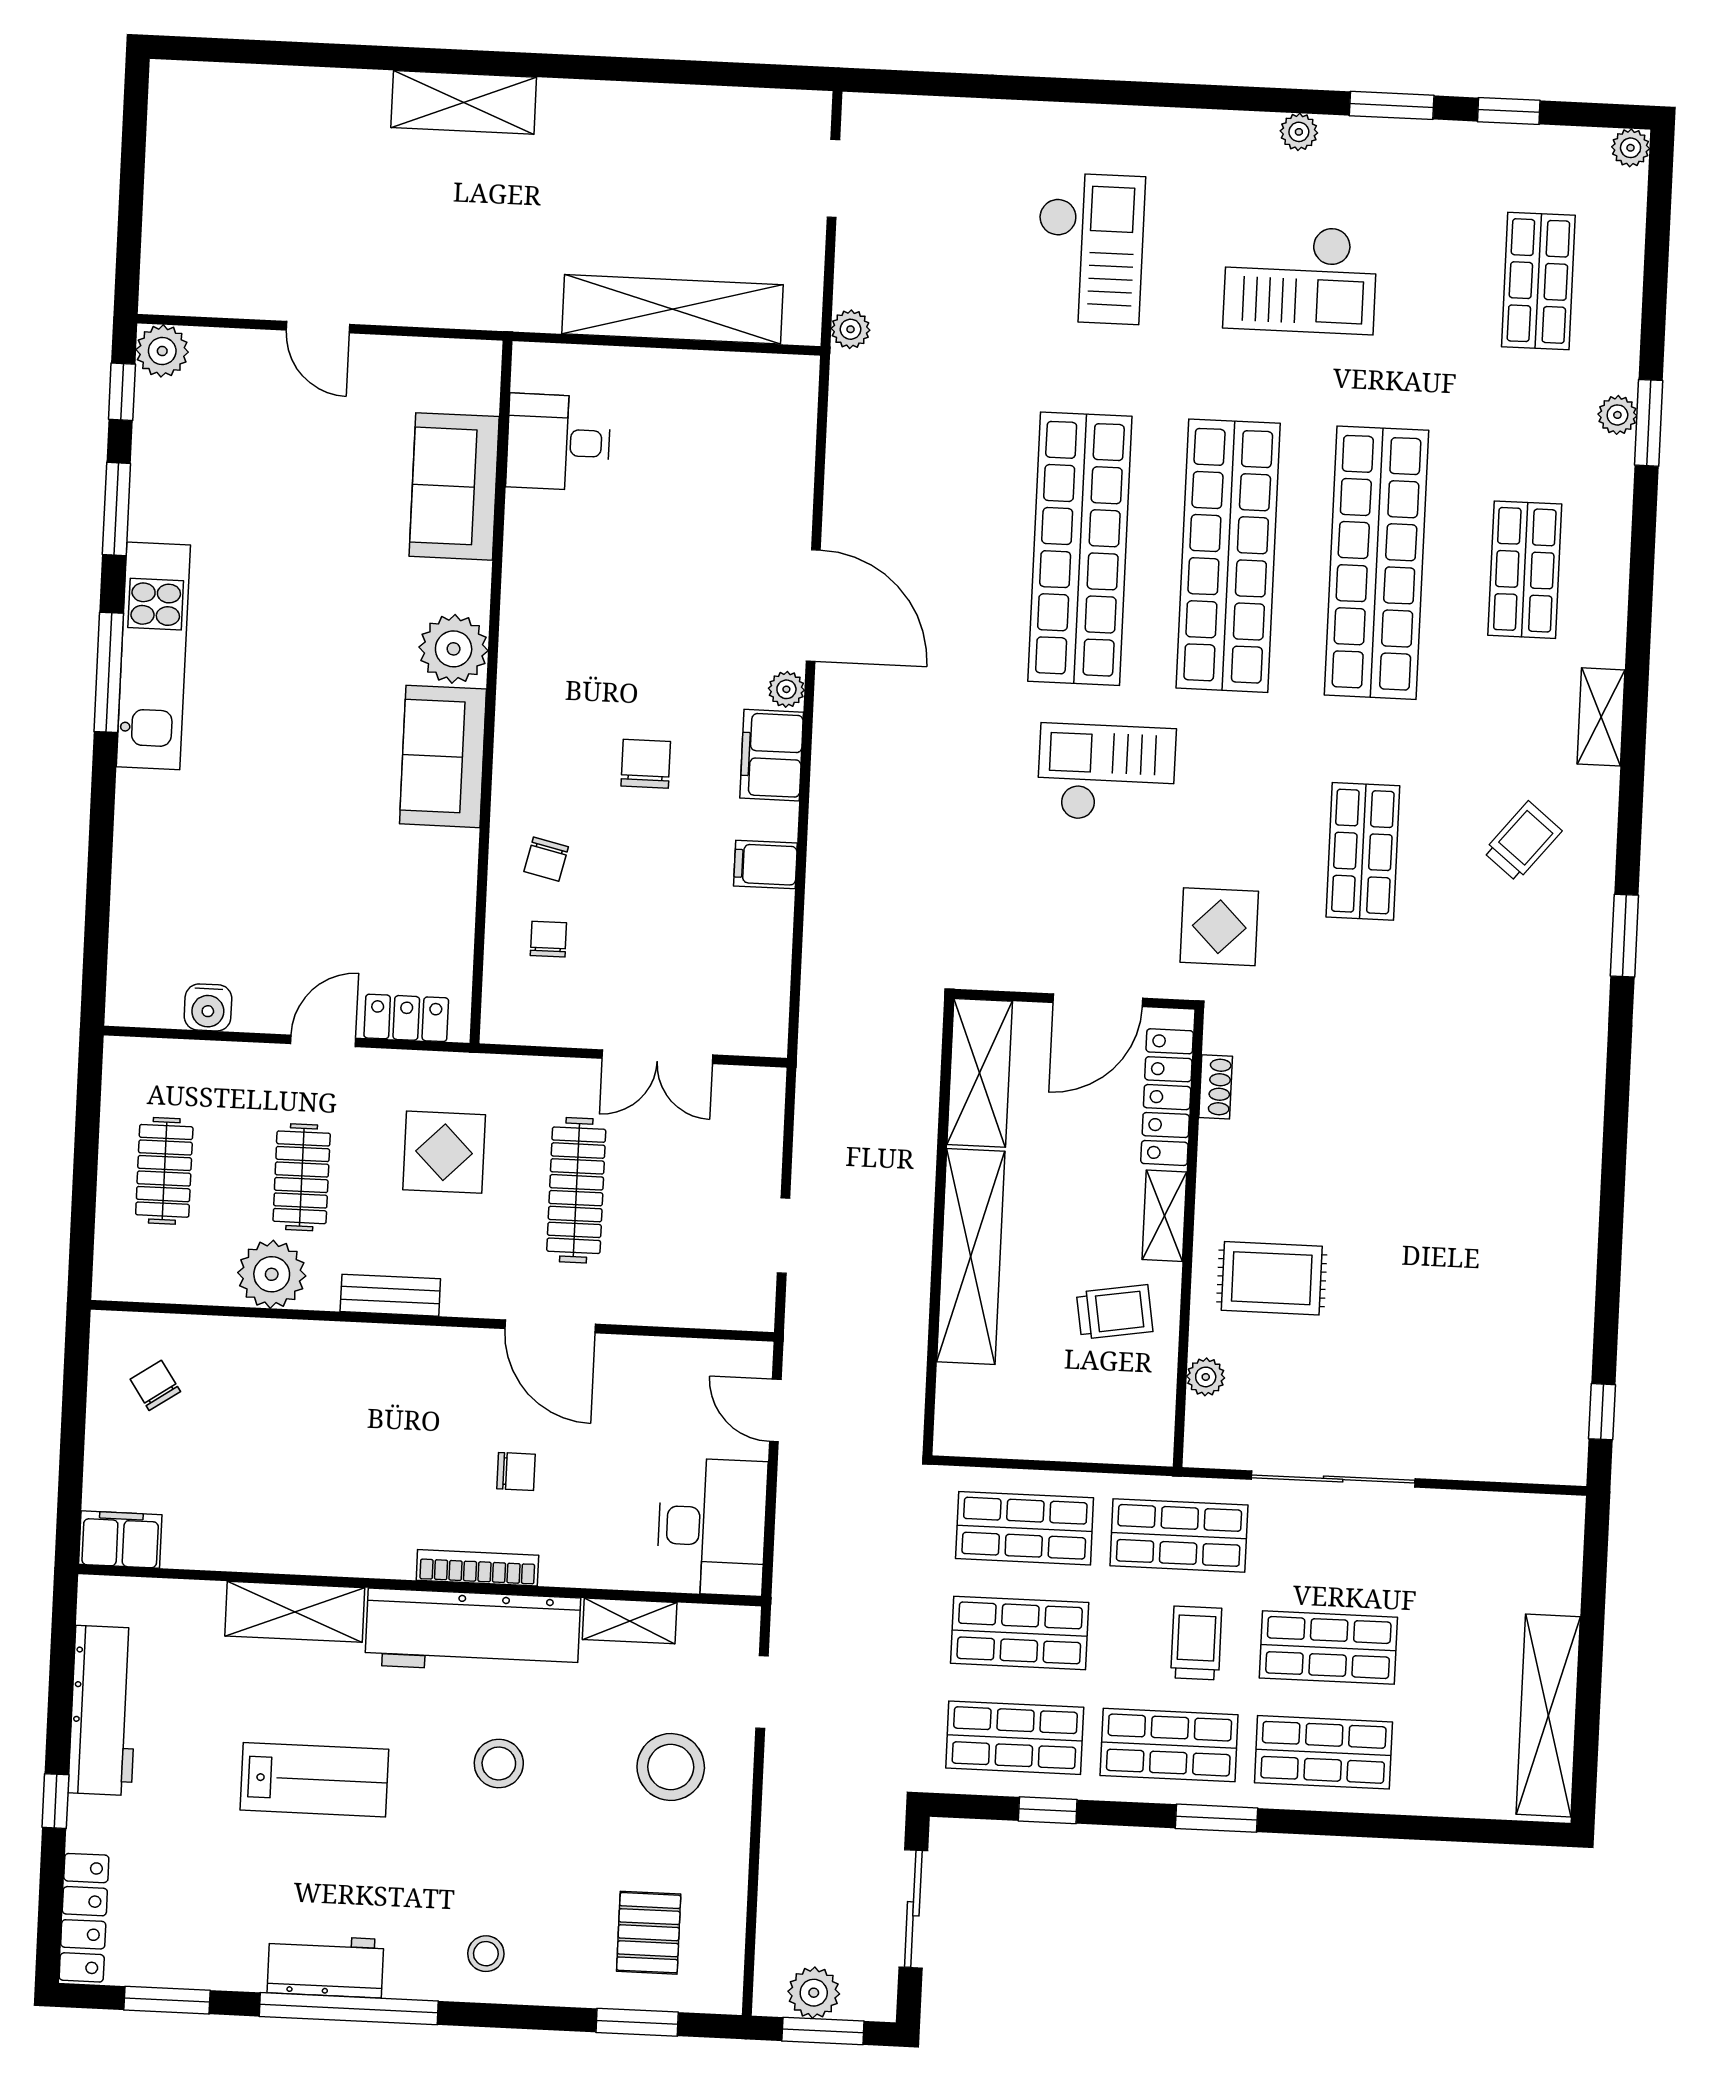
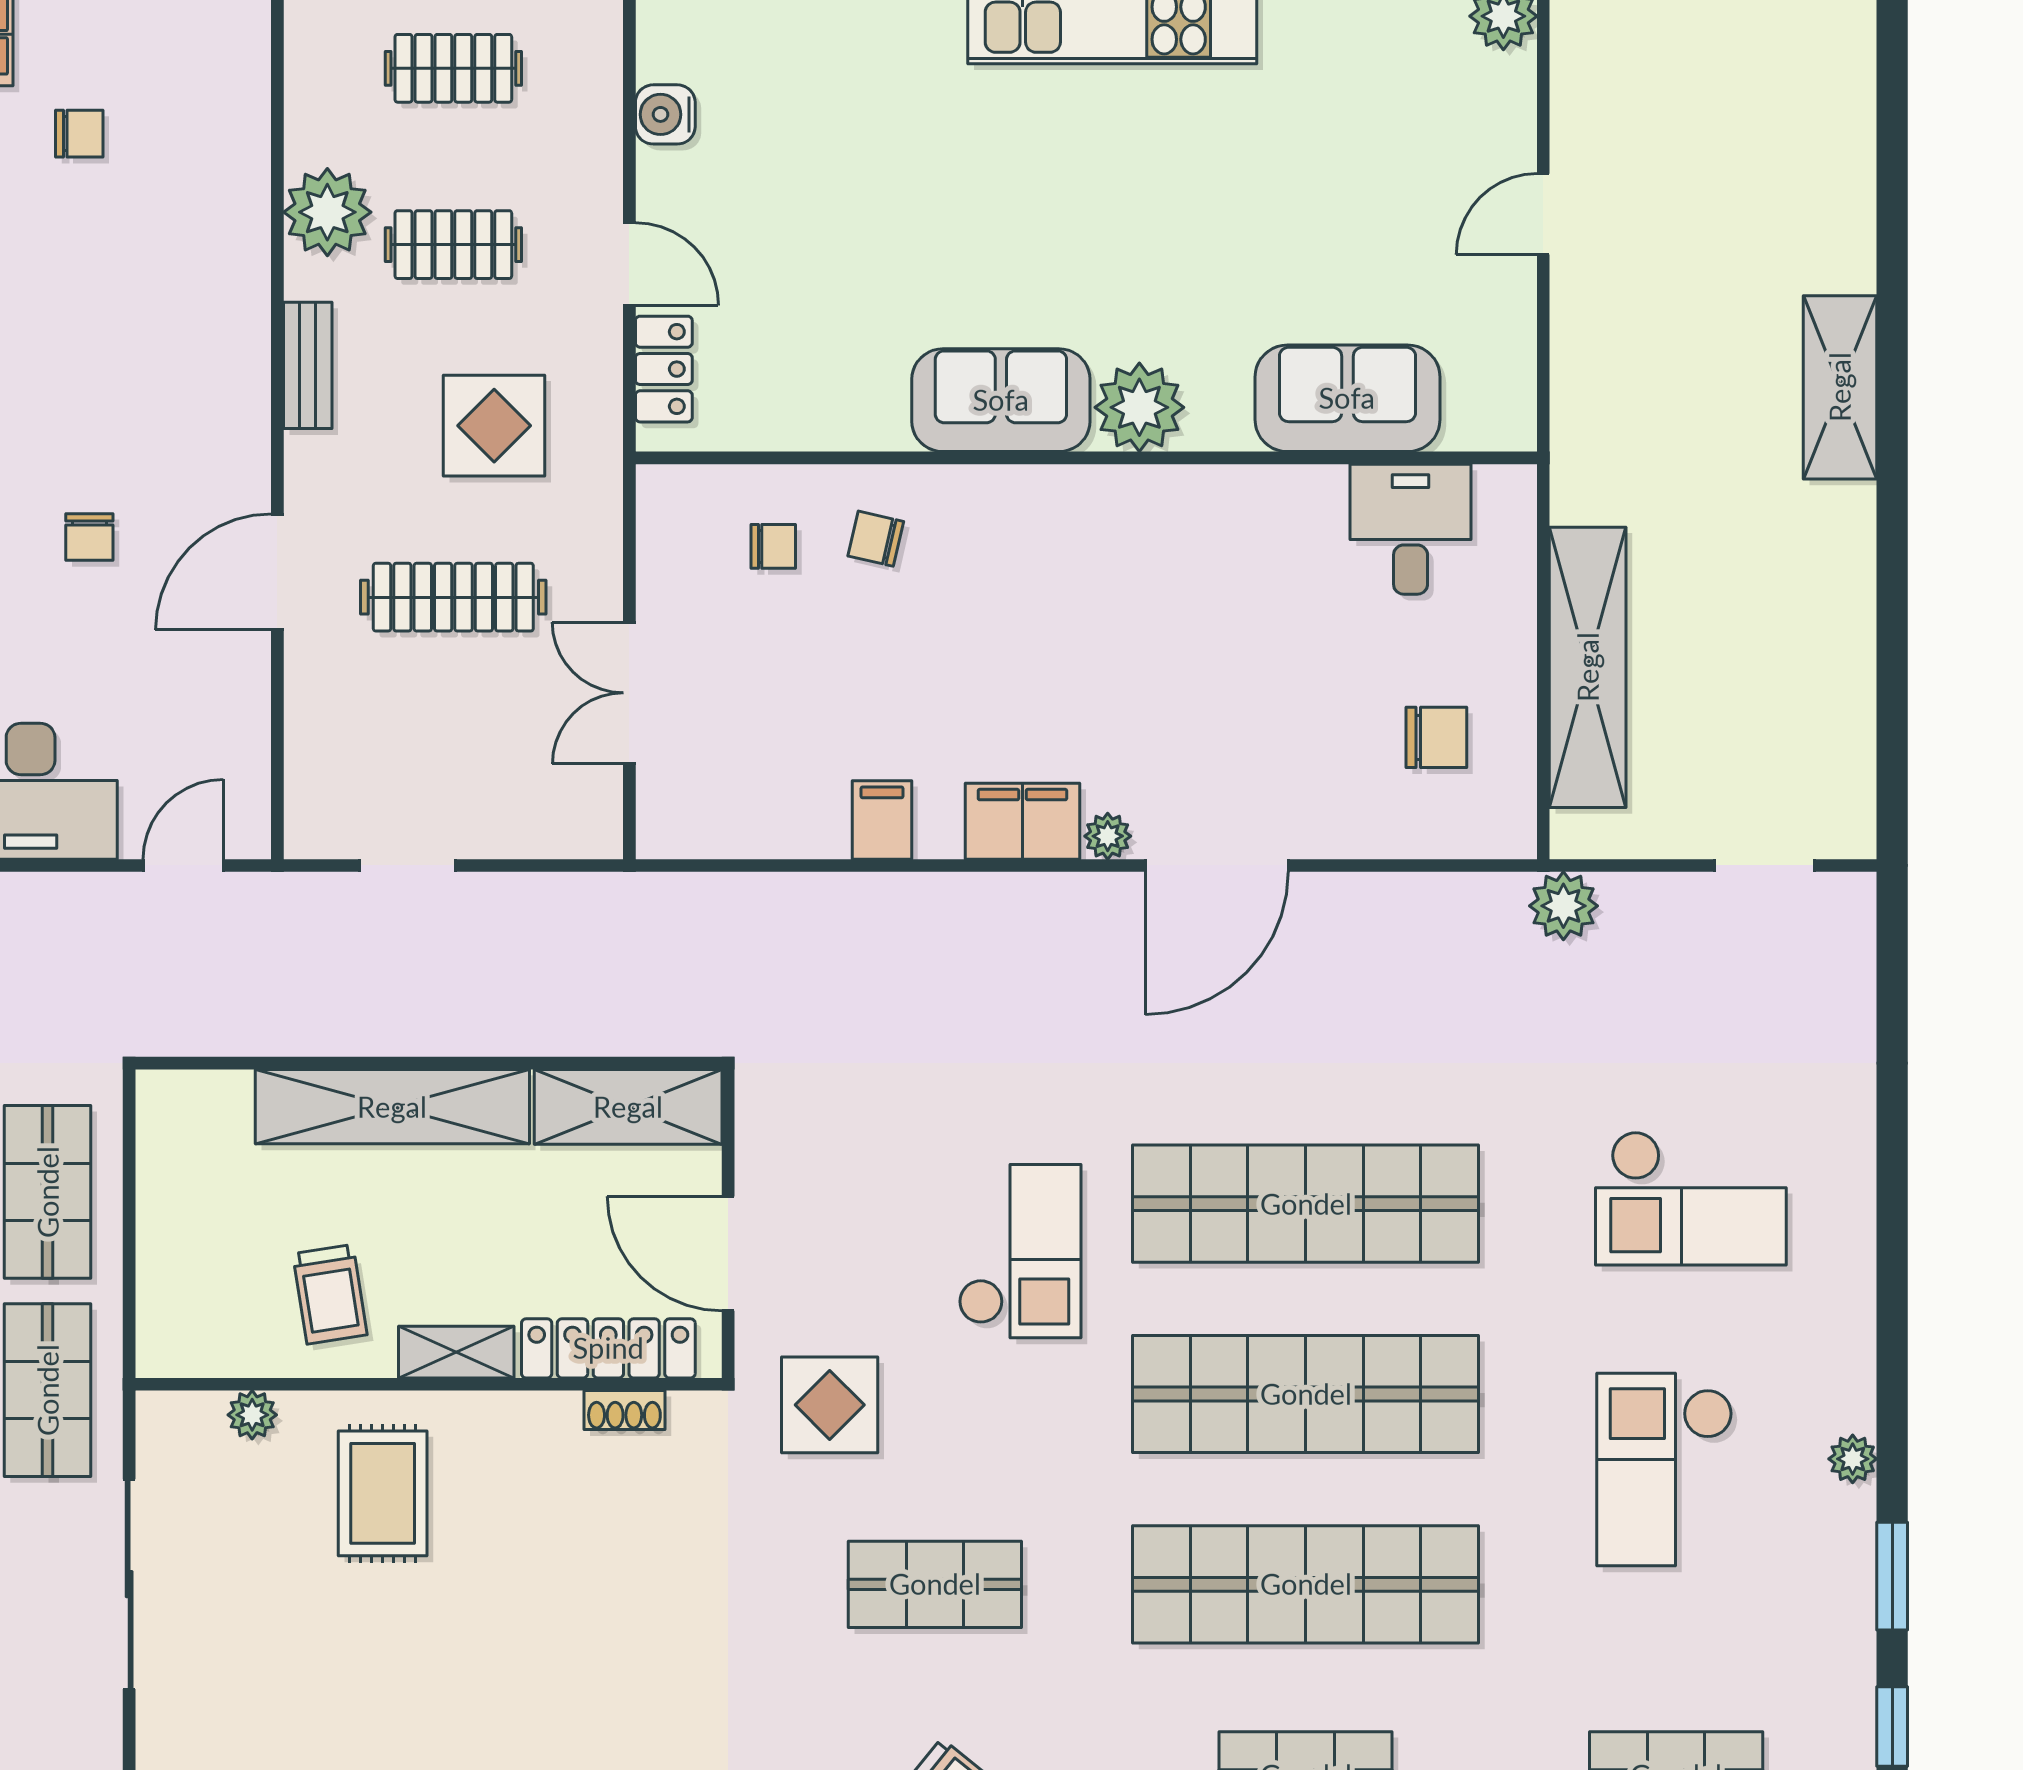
plant: (851, 329) -> (1563, 906), width x1.38, depth x1.38
chair: (646, 764) -> (1436, 737), moved
chair: (155, 1385) -> (79, 134), moved, turned 34

